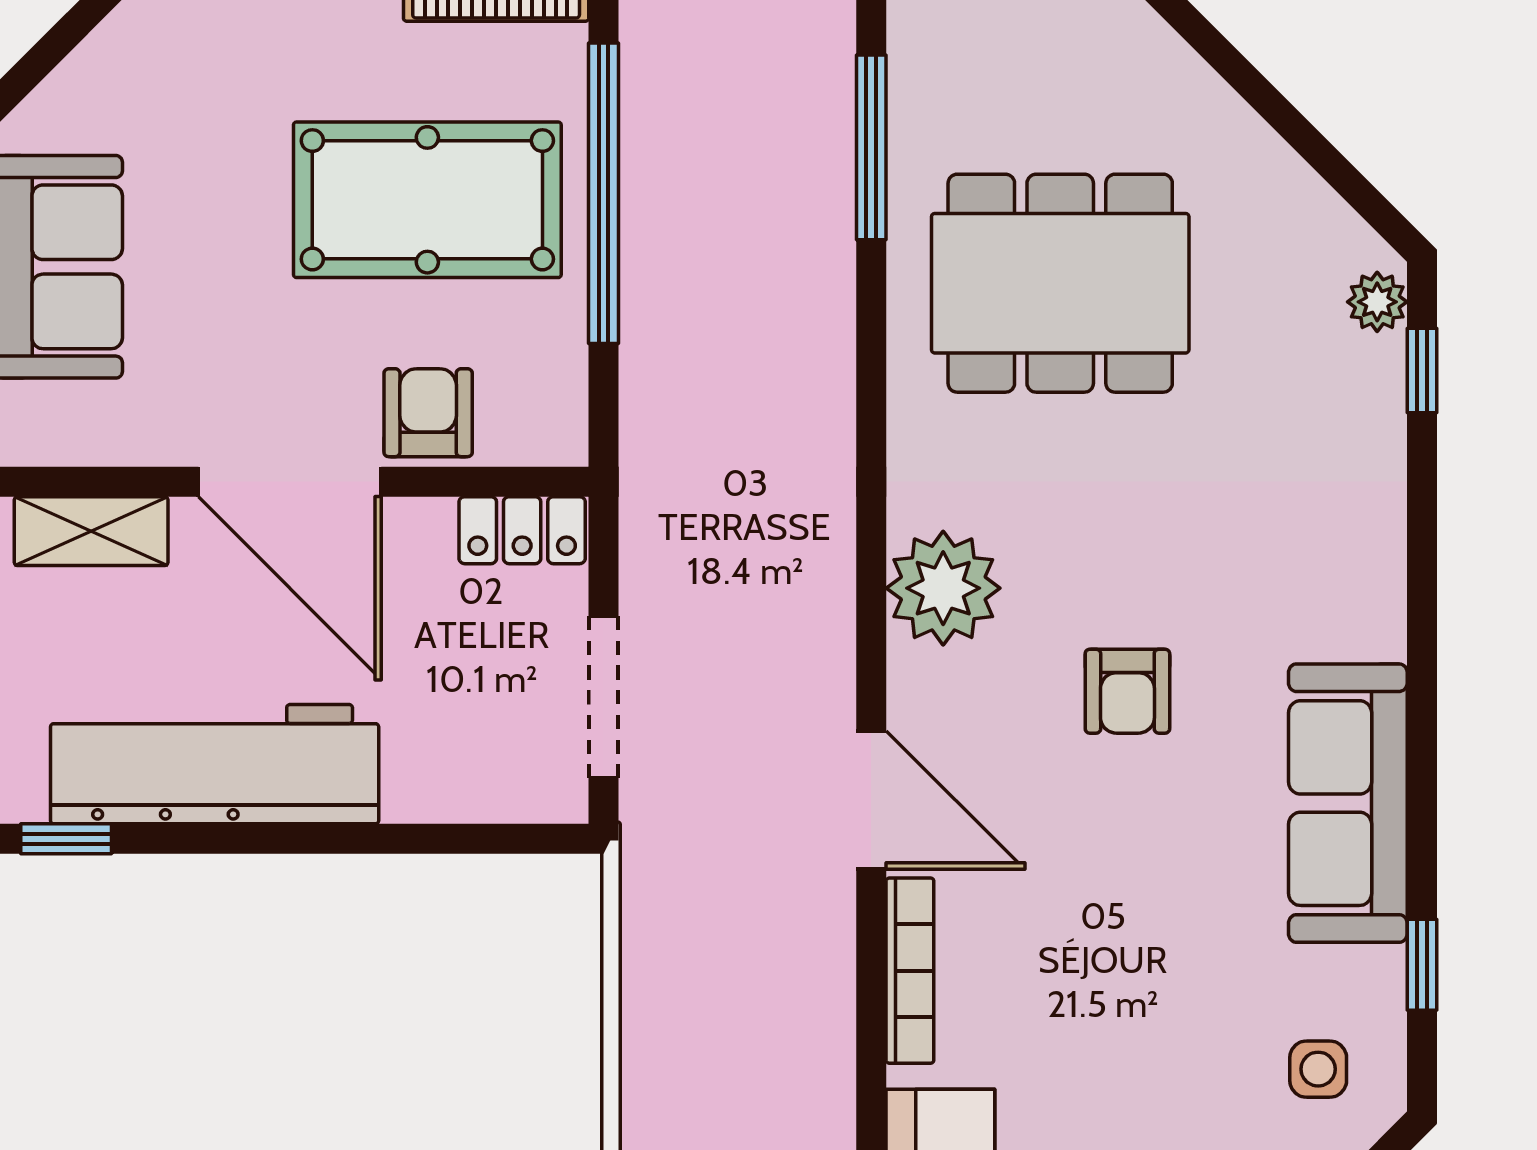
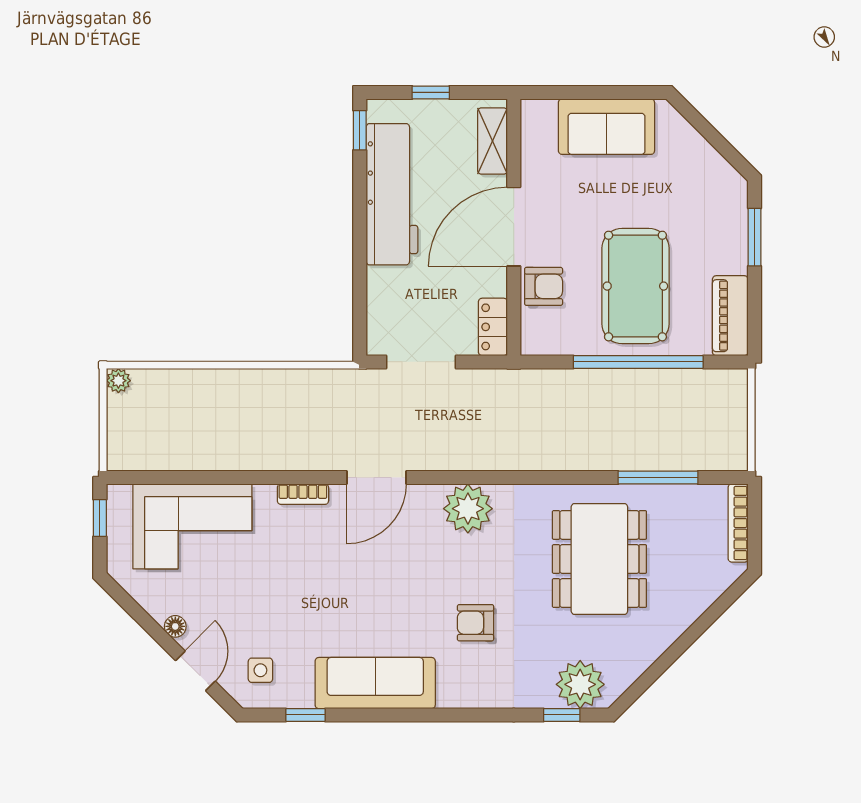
plant: (1377, 302) -> (580, 684), width x1.87, depth x1.87
armchair: (1127, 691) -> (476, 623), moved
bookcase: (910, 971) -> (303, 494), width x0.64

